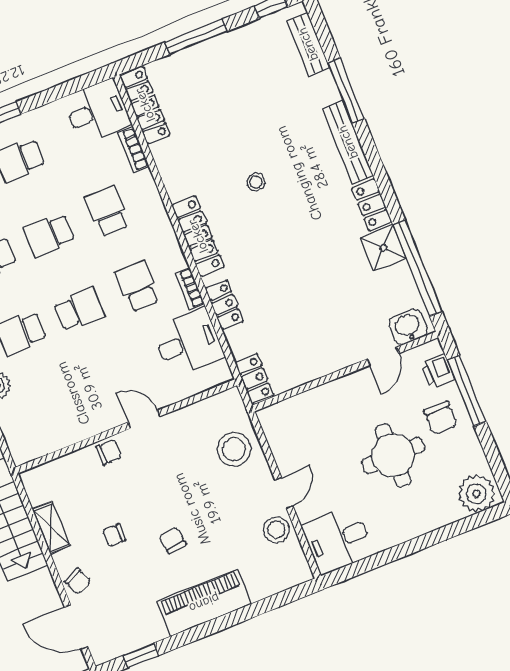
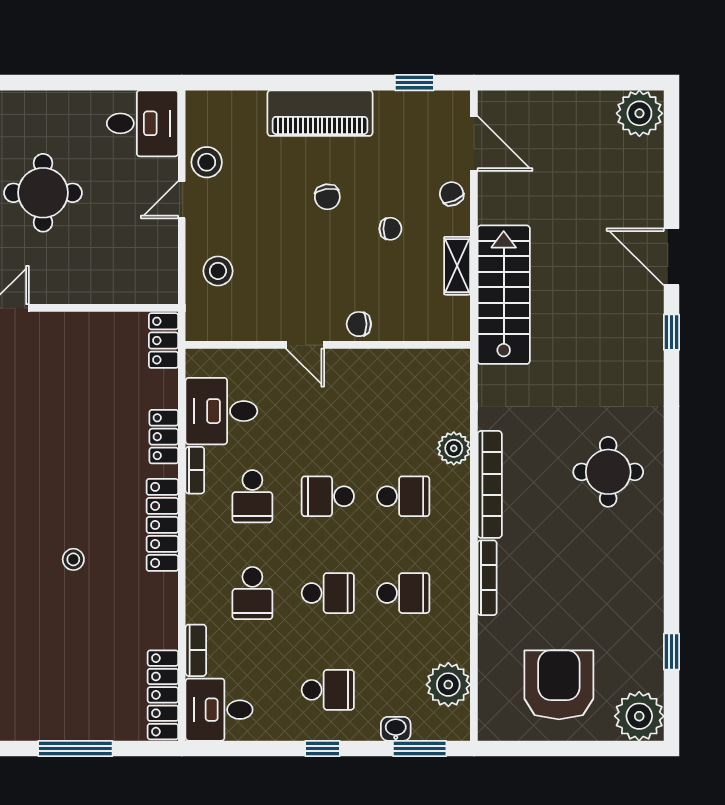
stool: (234, 449) -> (218, 271), width x0.73, depth x0.73

